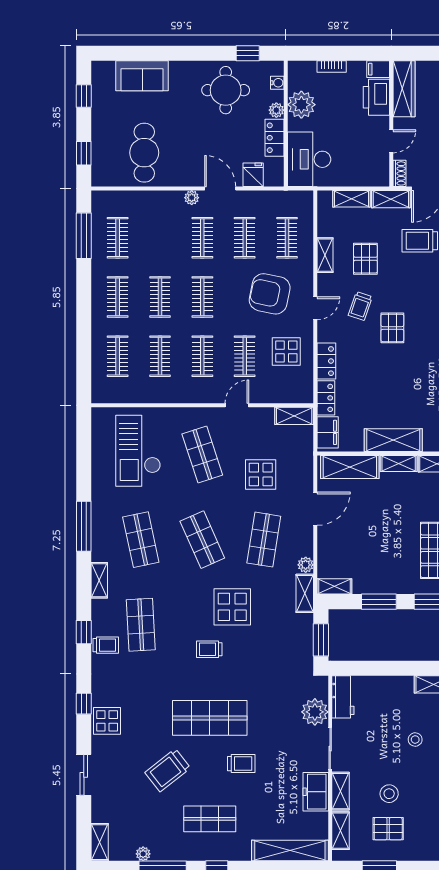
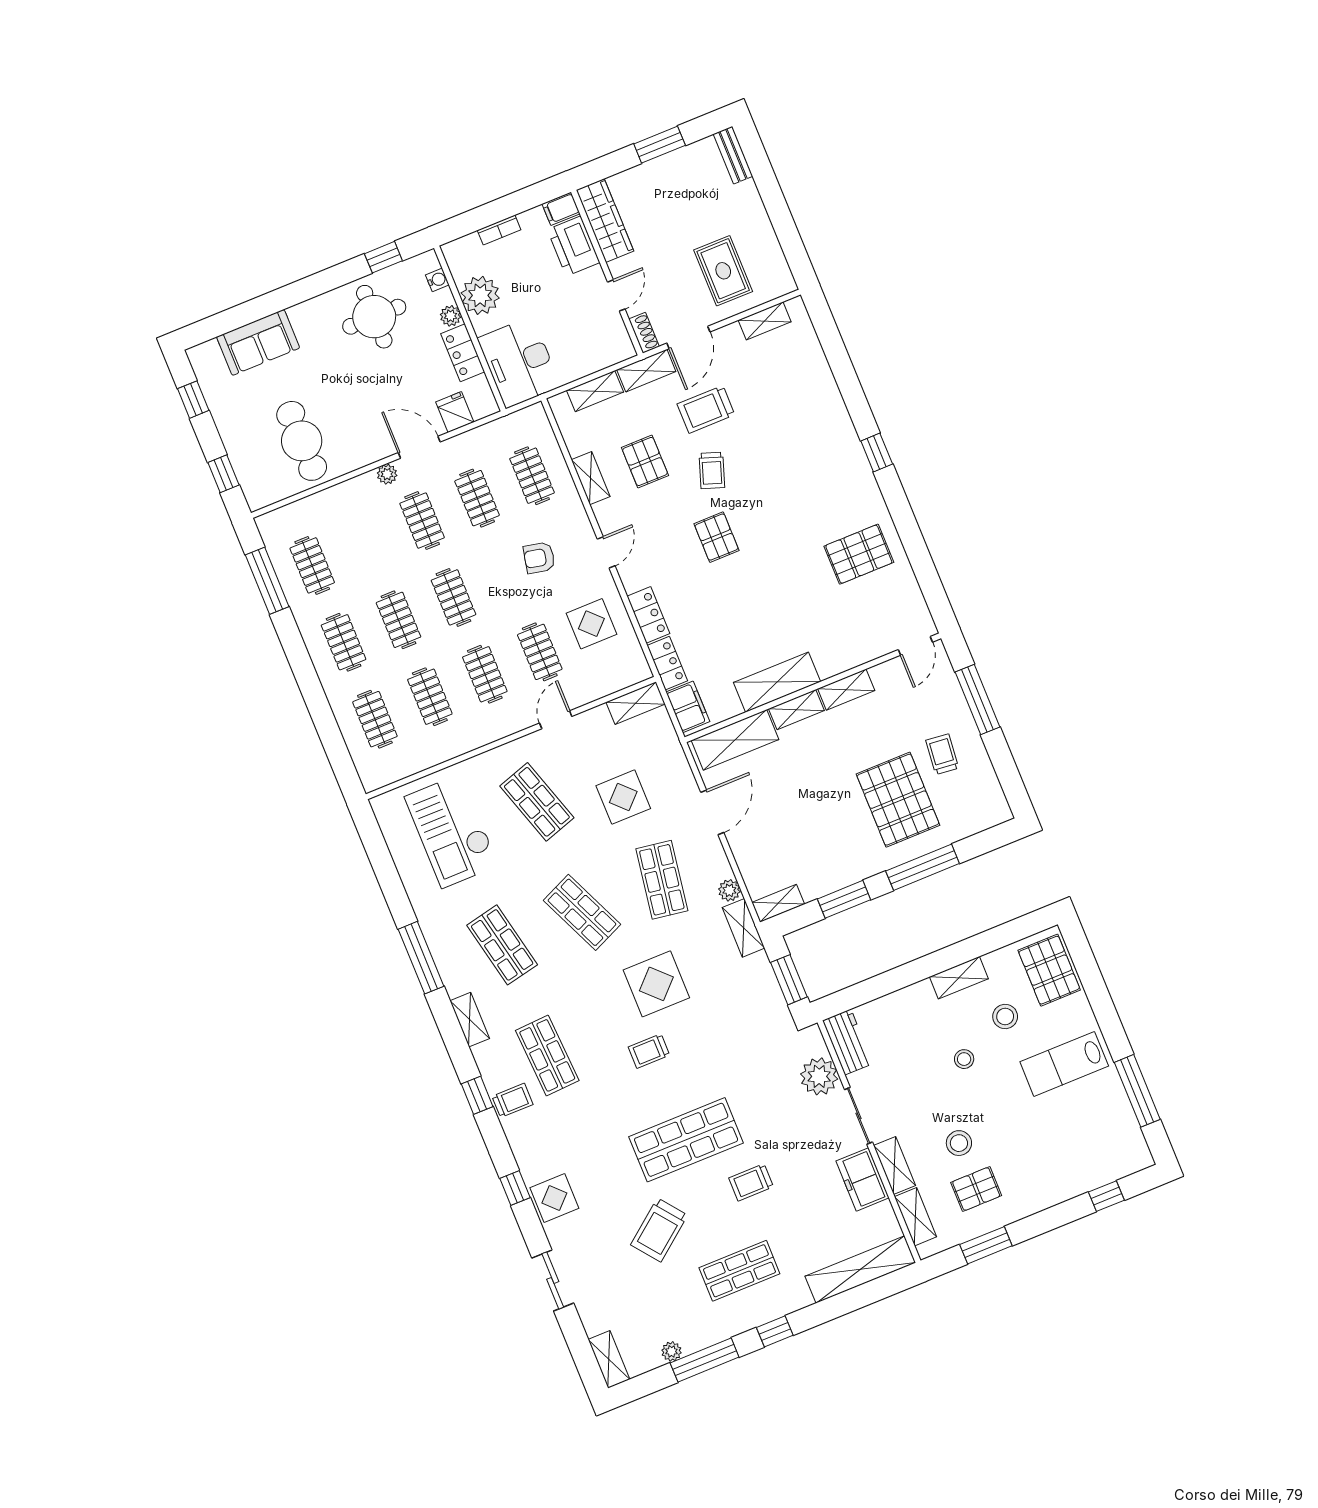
armchair: (270, 294) -> (539, 558), width x0.53, depth x0.53
trolley: (360, 306) -> (712, 470), moved
trolley: (241, 764) -> (751, 1182), turned 180

